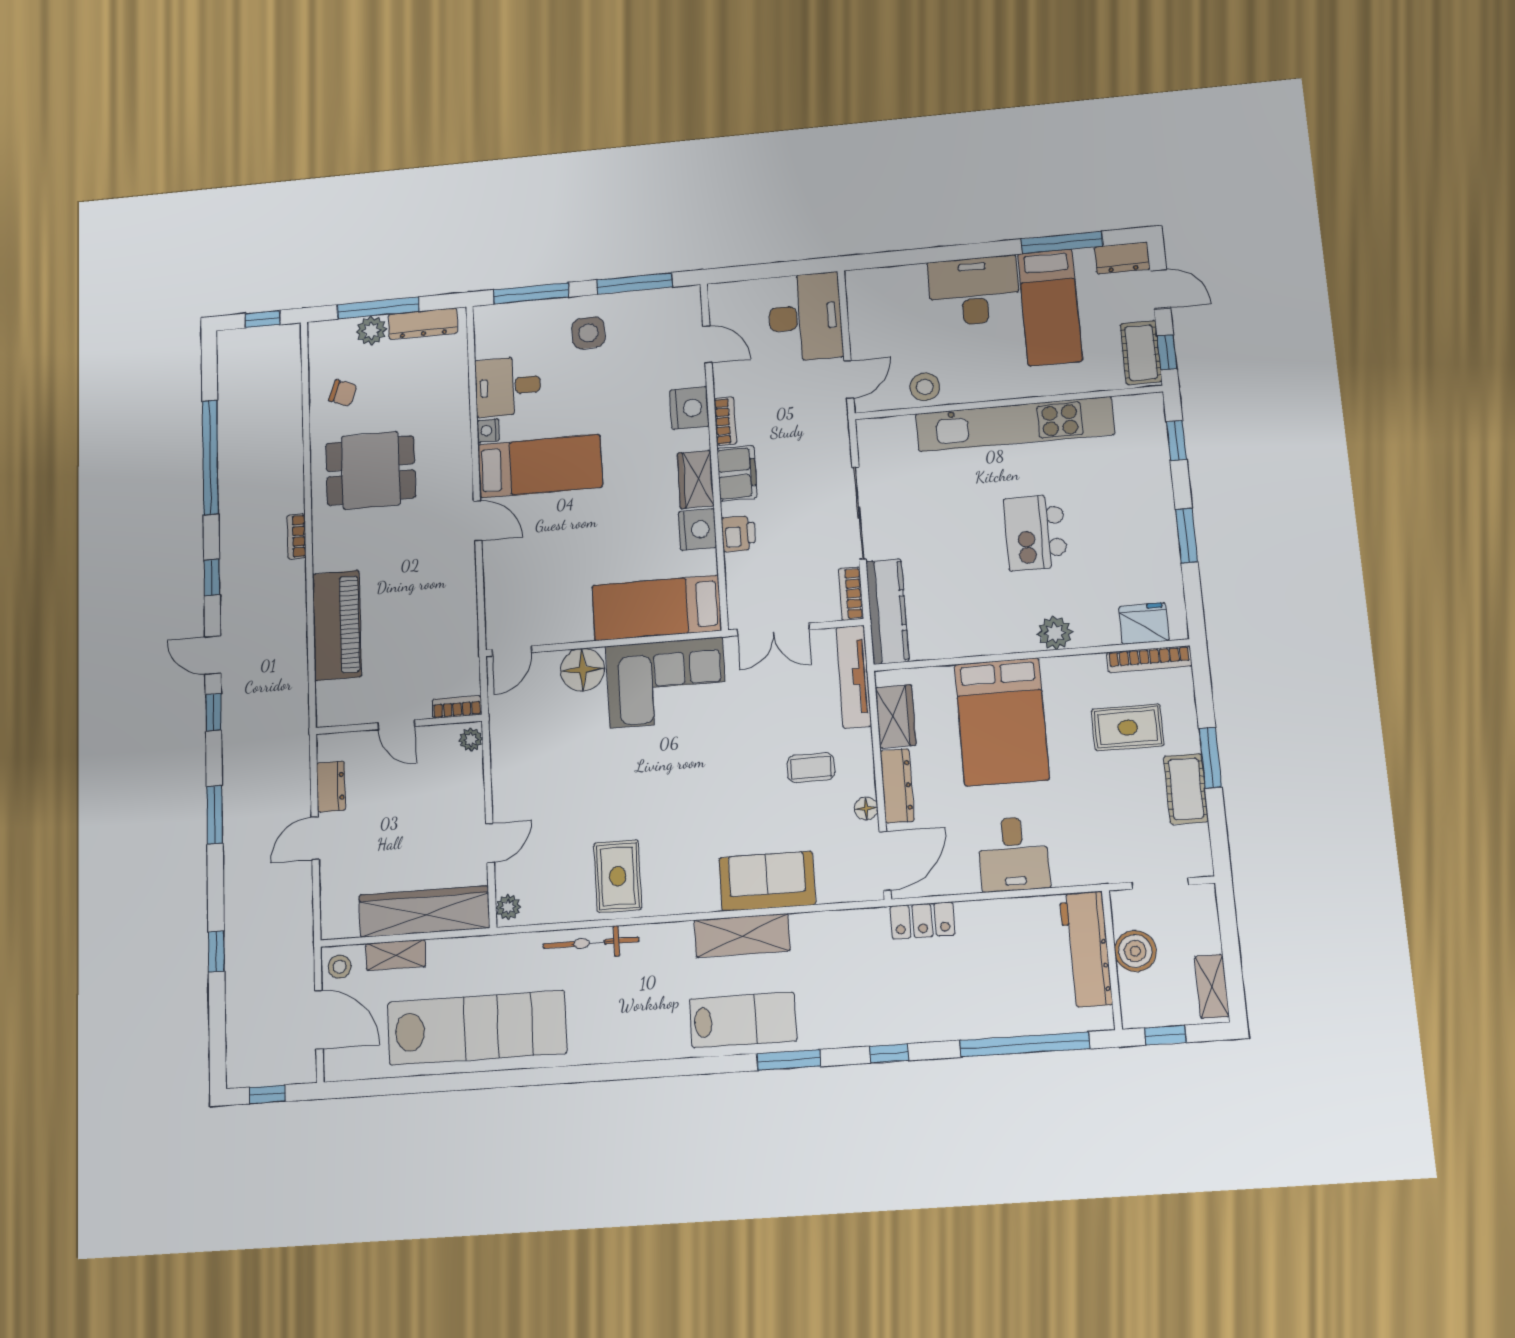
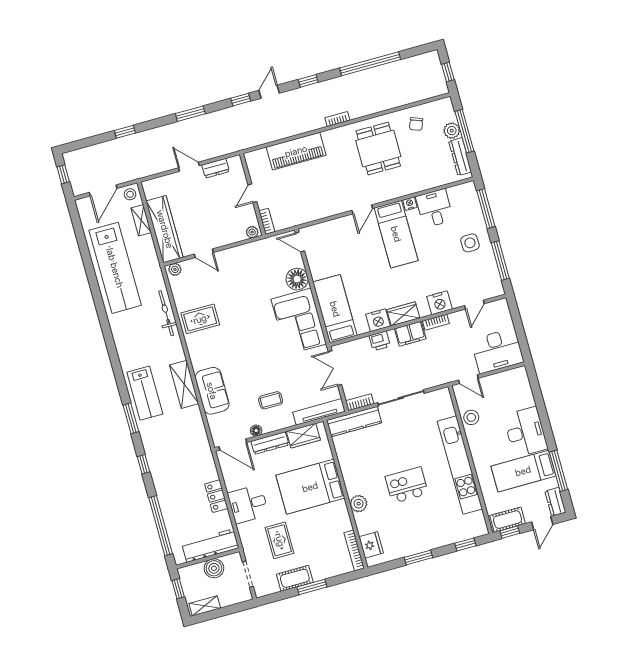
rug: (1128, 727) -> (280, 540), moved
coffee table: (811, 768) -> (271, 400), turned 90
locker: (922, 921) -> (216, 496), moved

